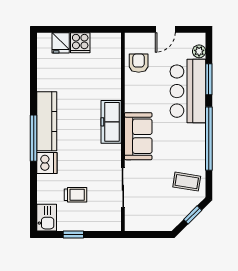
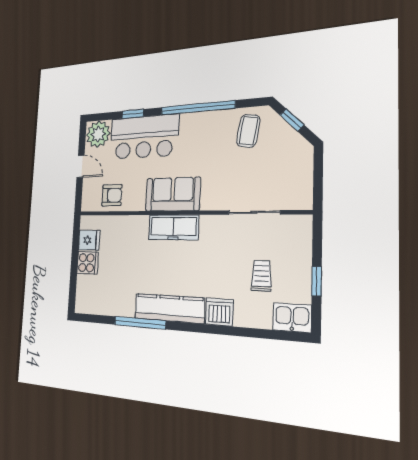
fridge: (61, 43) -> (89, 240), moved
plant: (199, 51) -> (98, 134), width x1.88, depth x1.88
armchair: (139, 63) -> (112, 195), turned 180
window: (209, 79) -> (133, 114), width x0.67
sofa: (138, 136) -> (173, 194), moved
window: (34, 138) -> (140, 323), moved

